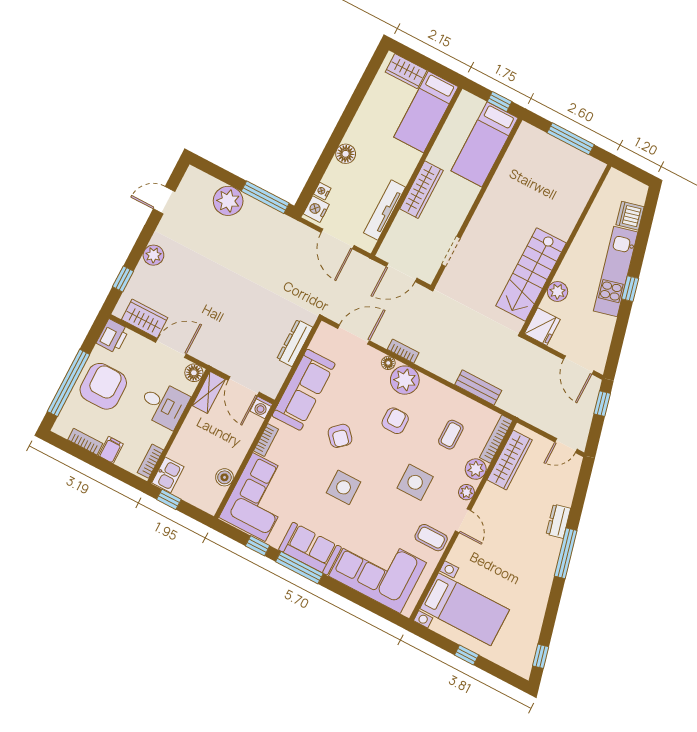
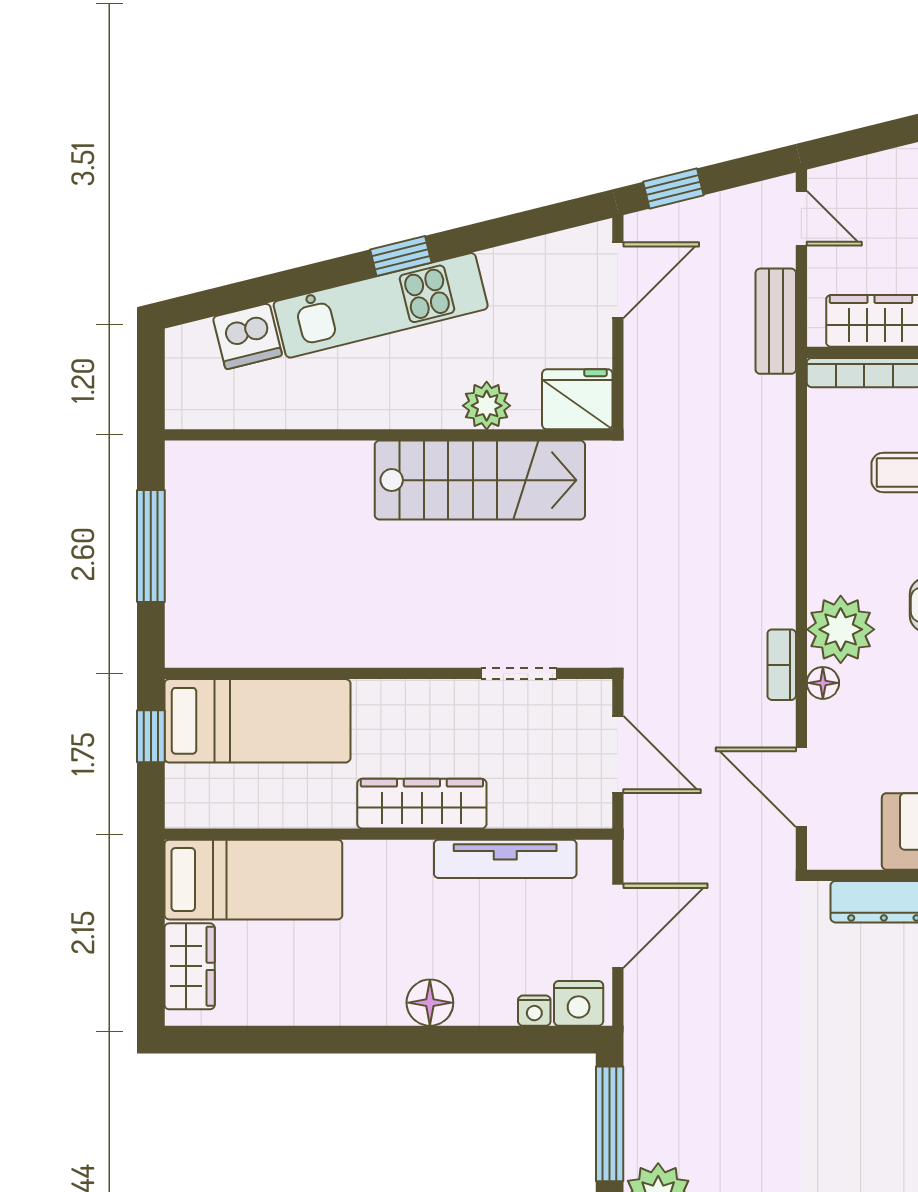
bench: (478, 388) -> (776, 321), moved

